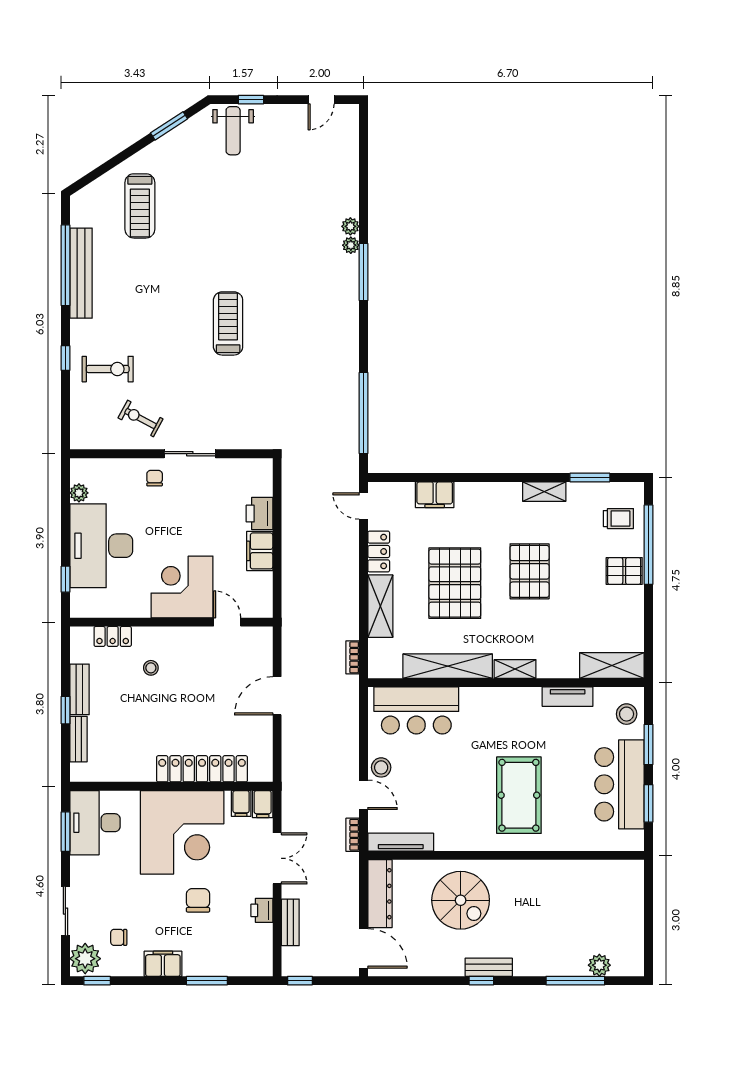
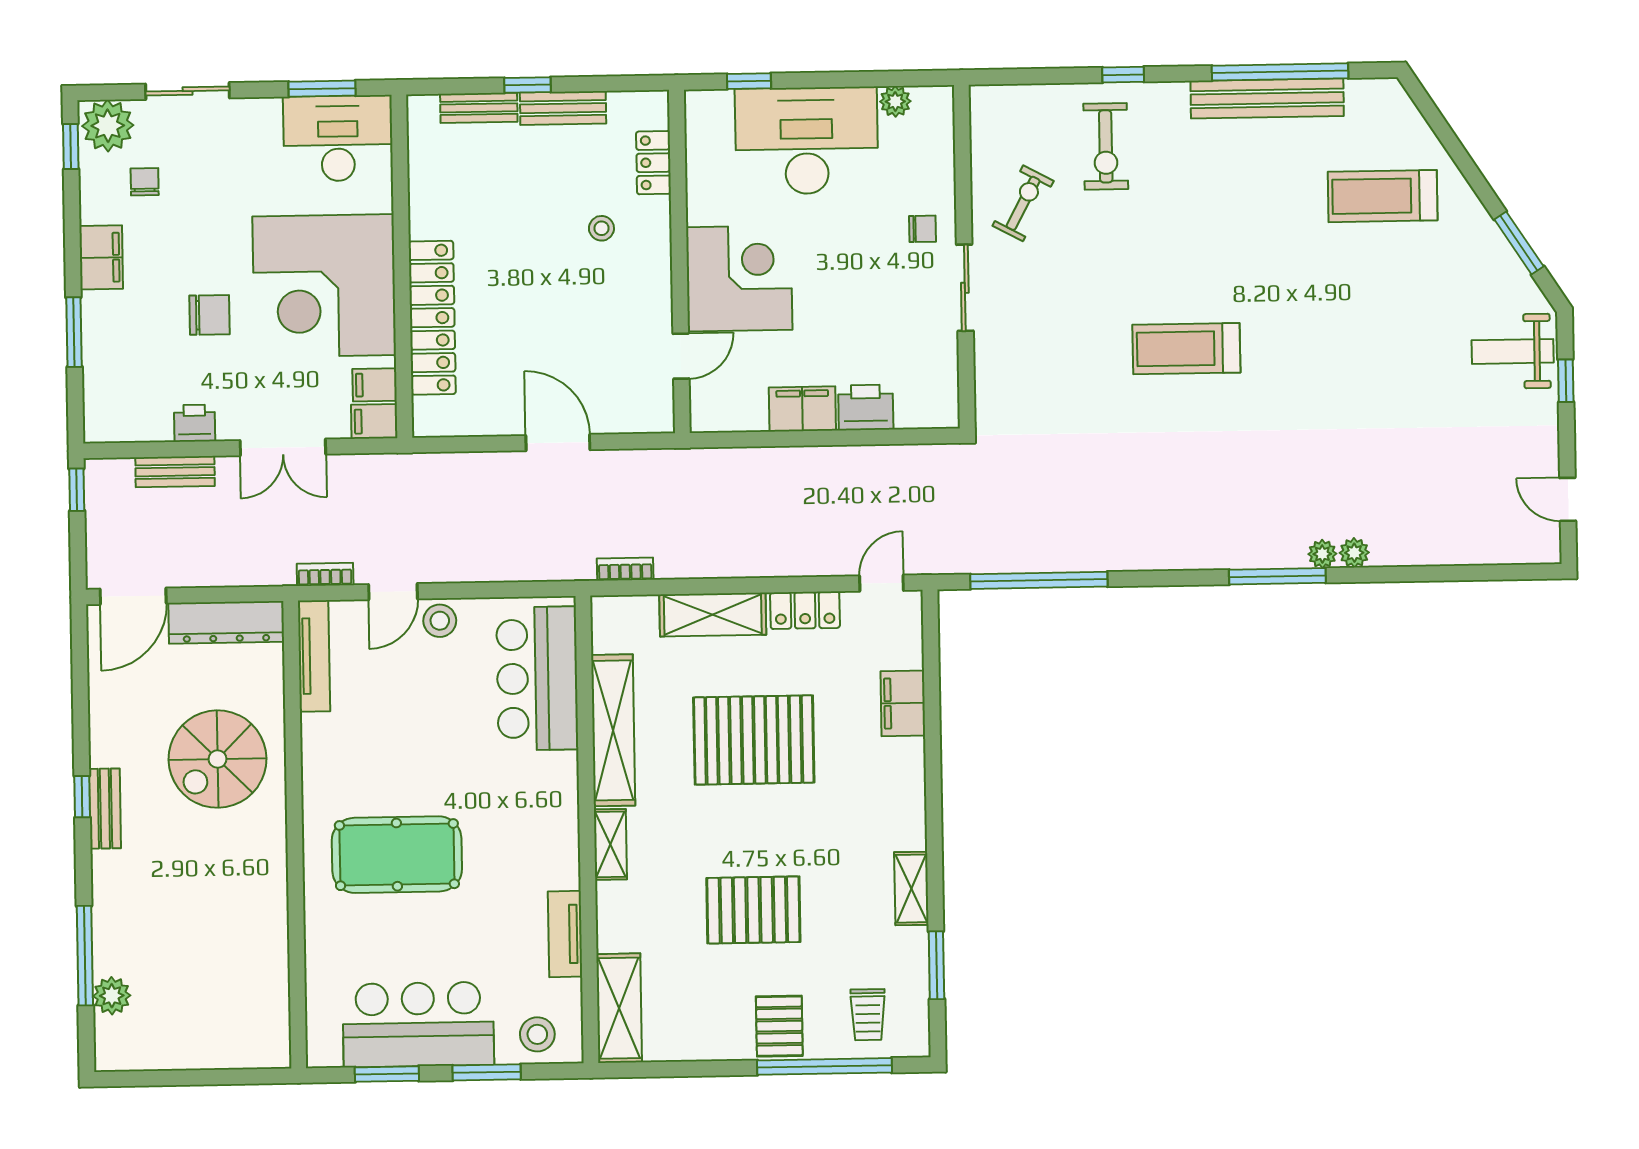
treadmill: (228, 323) -> (1186, 349), turned 180
pallet: (530, 571) -> (753, 910), moved

